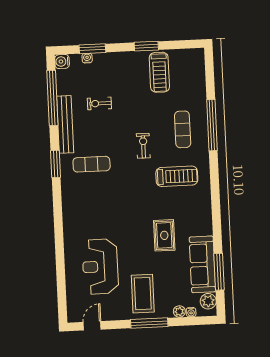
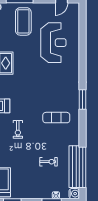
bench: (65, 124) -> (74, 167), moved
window: (56, 164) -> (83, 99), moved

